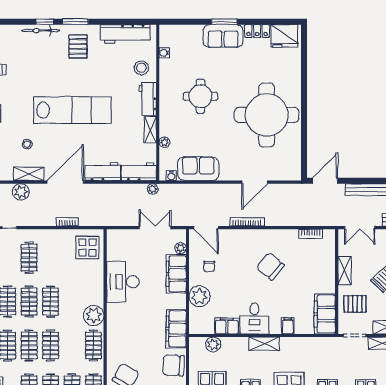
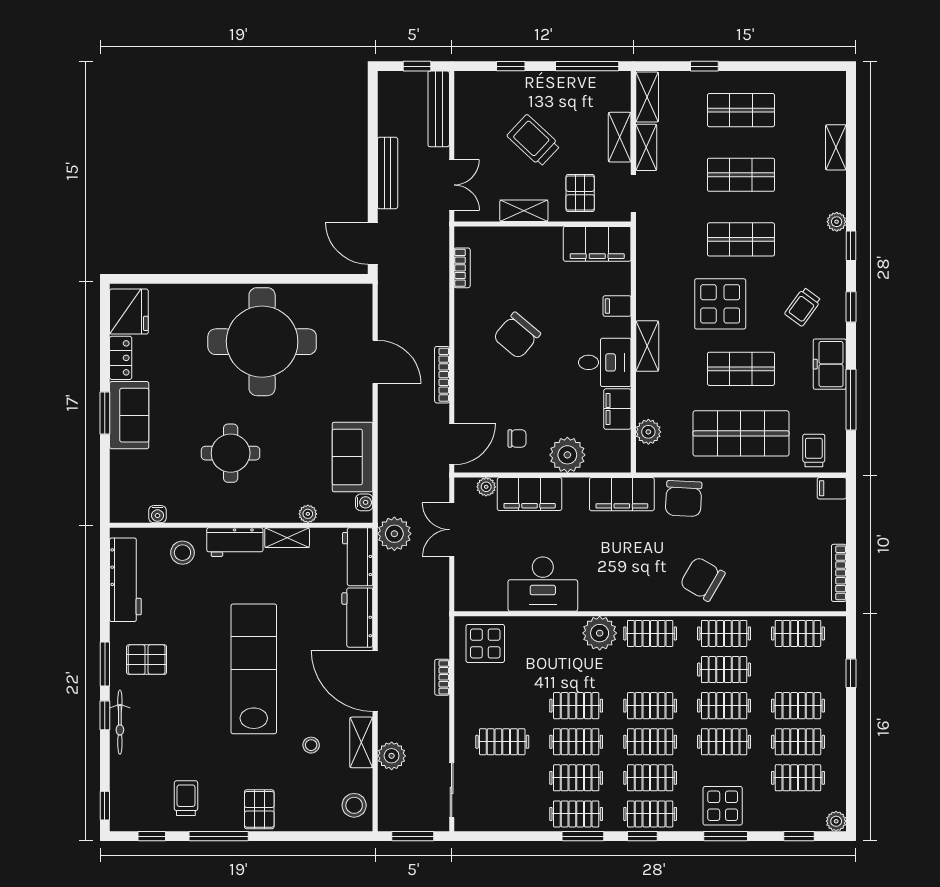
plant: (153, 189) -> (394, 534), width x1.87, depth x1.87

